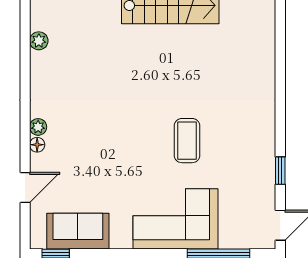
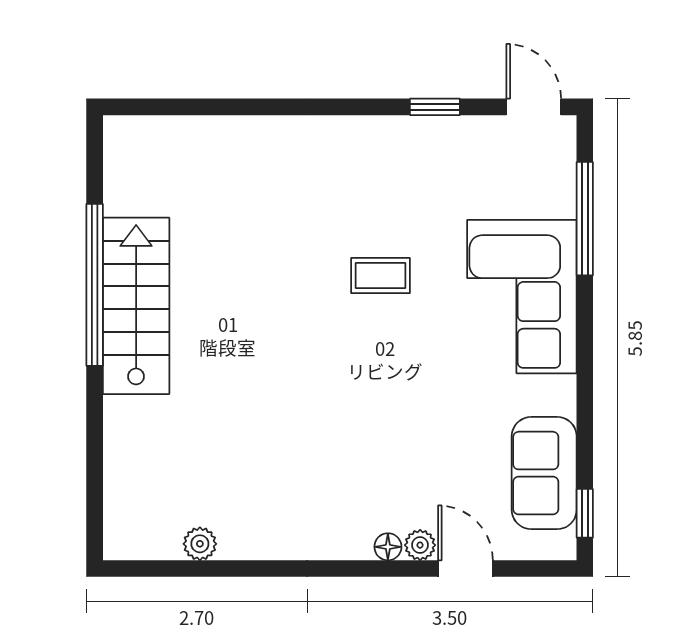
plant: (38, 127) -> (420, 545), moved
coffee table: (187, 141) -> (380, 276), width x0.73, depth x0.77

